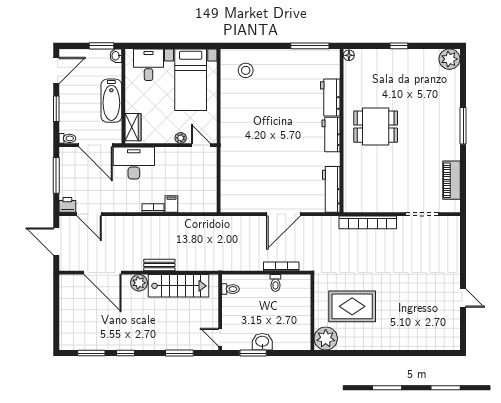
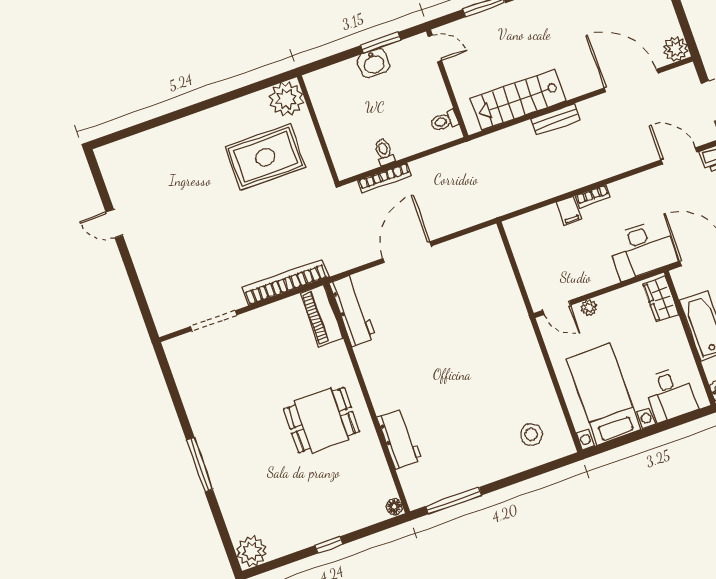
workbench: (331, 134) -> (380, 387), removed
piano: (451, 180) -> (322, 316), moved, turned 180
plant: (139, 283) -> (675, 49), moved

